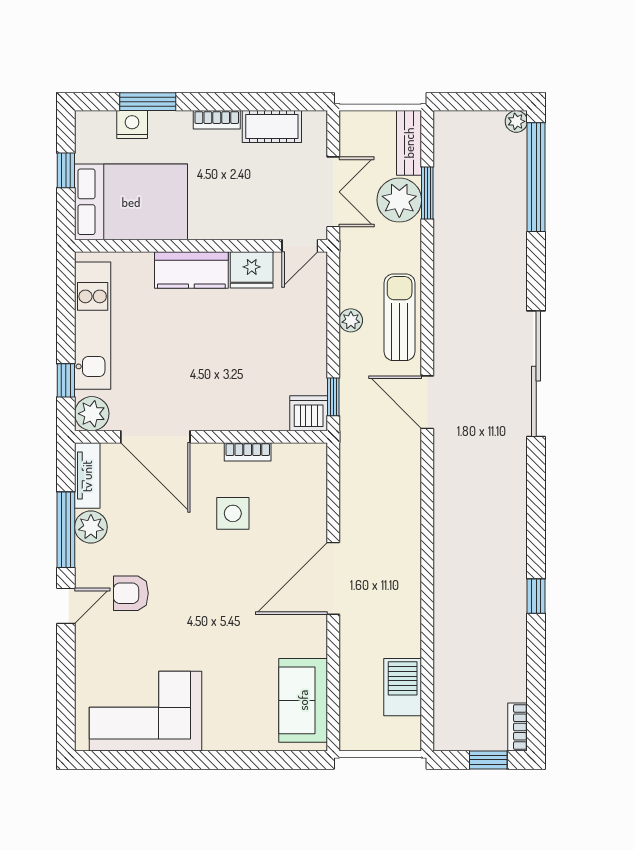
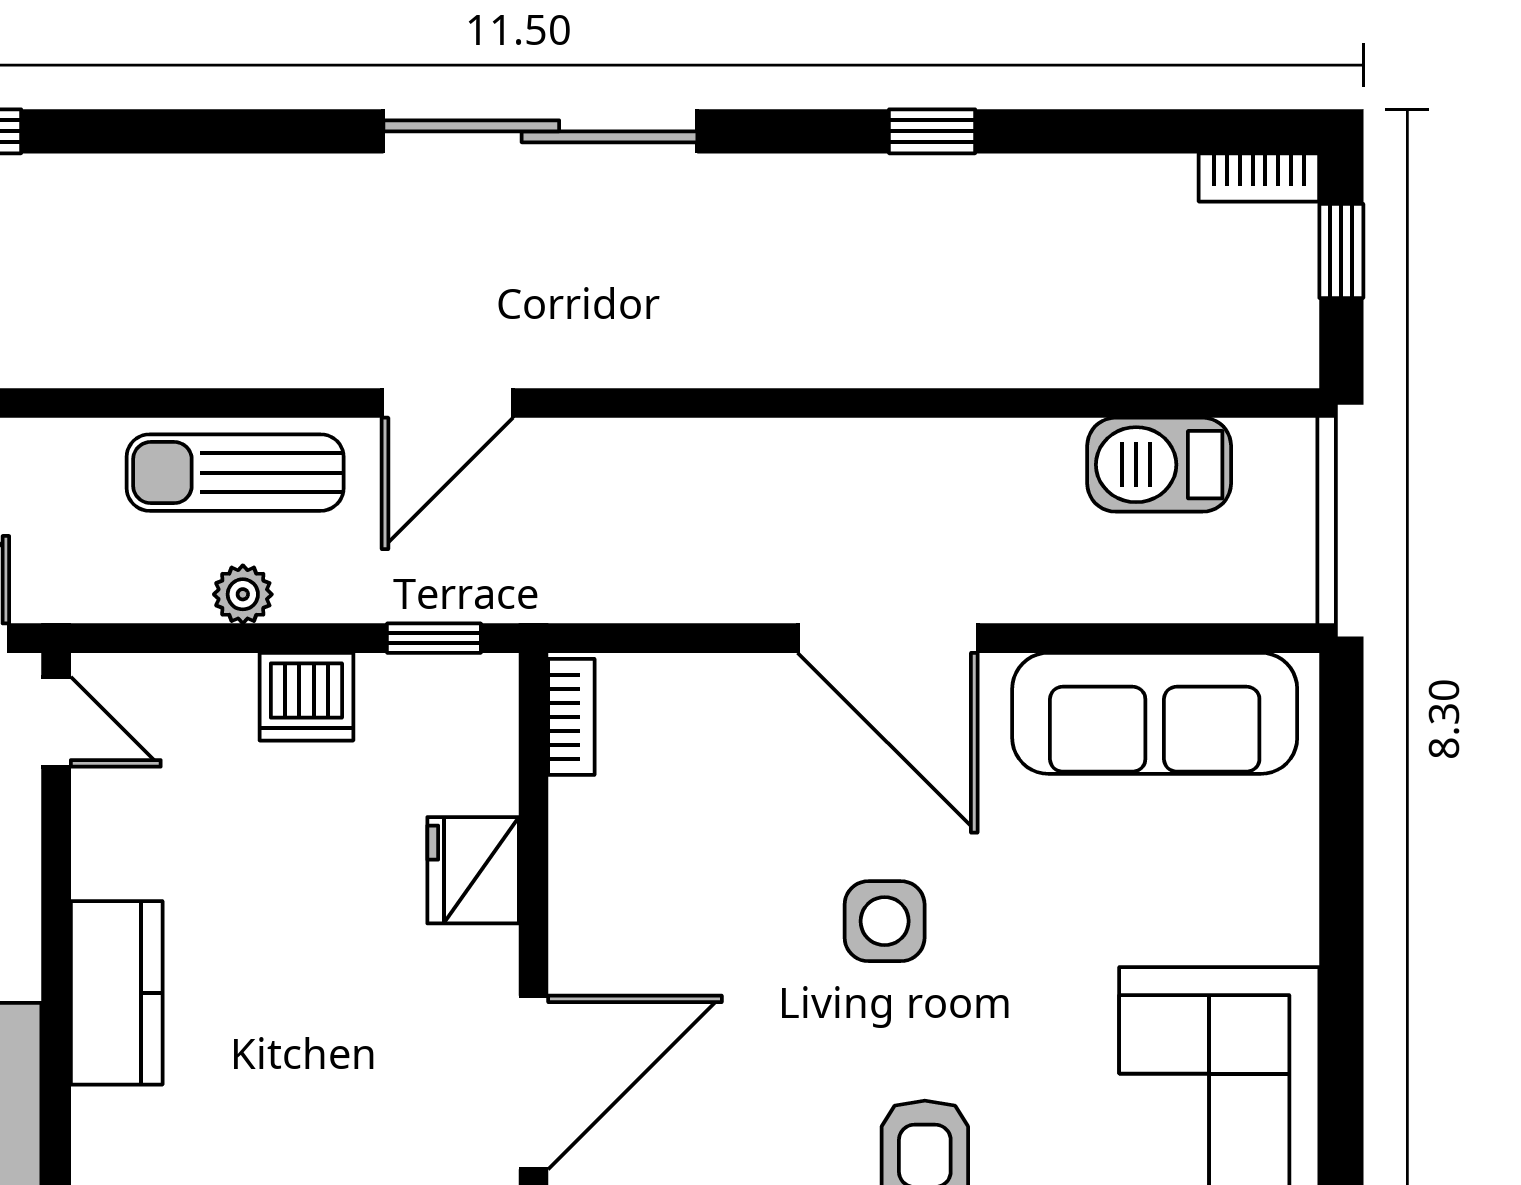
fridge: (252, 270) -> (473, 870), moved, turned 180
sliding door: (536, 374) -> (540, 131), moved
dishwasher: (309, 413) -> (306, 697), moved, turned -90
bookcase: (248, 452) -> (571, 717), moved
side table: (233, 513) -> (885, 921), moved
sofa: (303, 700) -> (1155, 713), width x1.36

